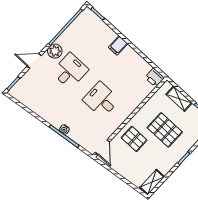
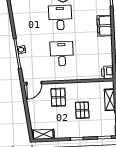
filing cabinet: (118, 45) -> (104, 26), width x2.00
desk: (70, 71) -> (60, 17), turned -90
pallet: (165, 130) -> (82, 110), width x0.67, depth x0.71

